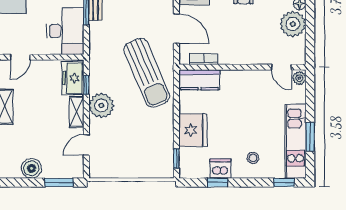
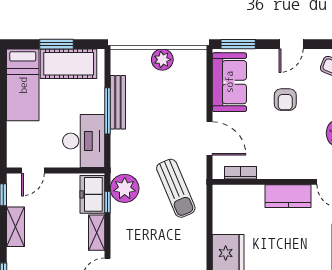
sun lounger: (147, 73) -> (176, 188), width x0.73, depth x0.75
kitchen counter: (199, 80) -> (288, 196), moved
plant: (101, 105) -> (125, 188), moved

